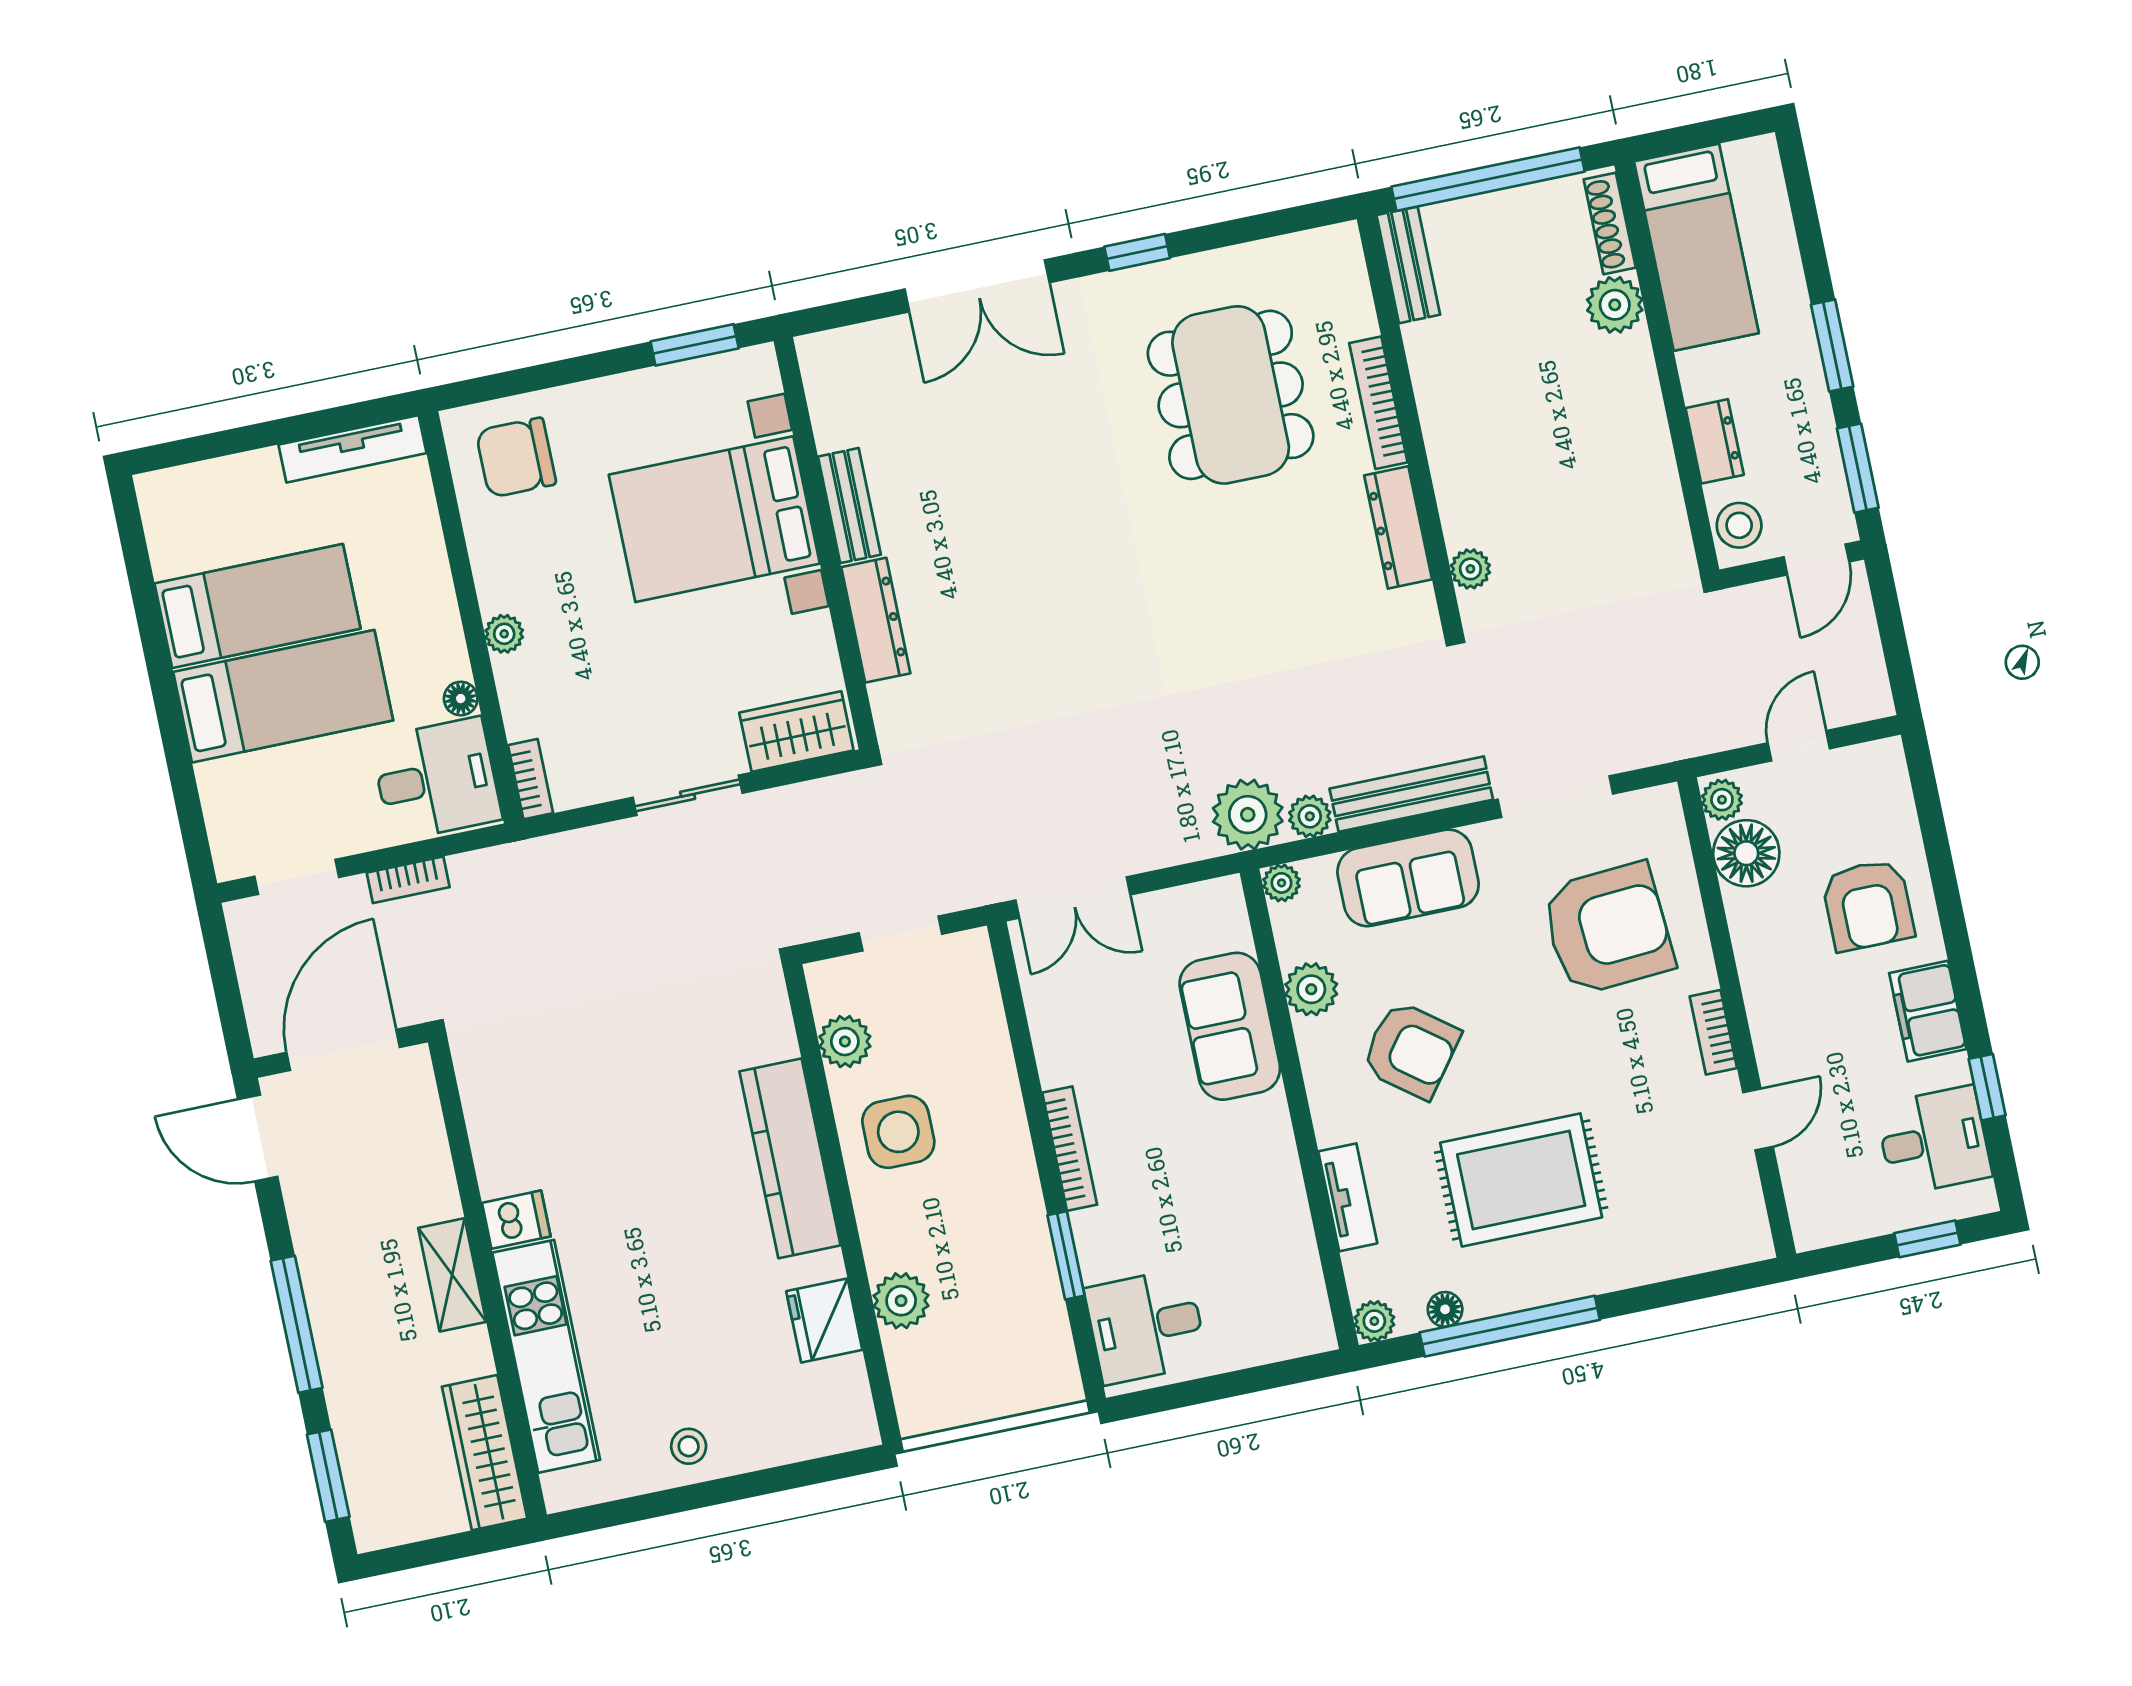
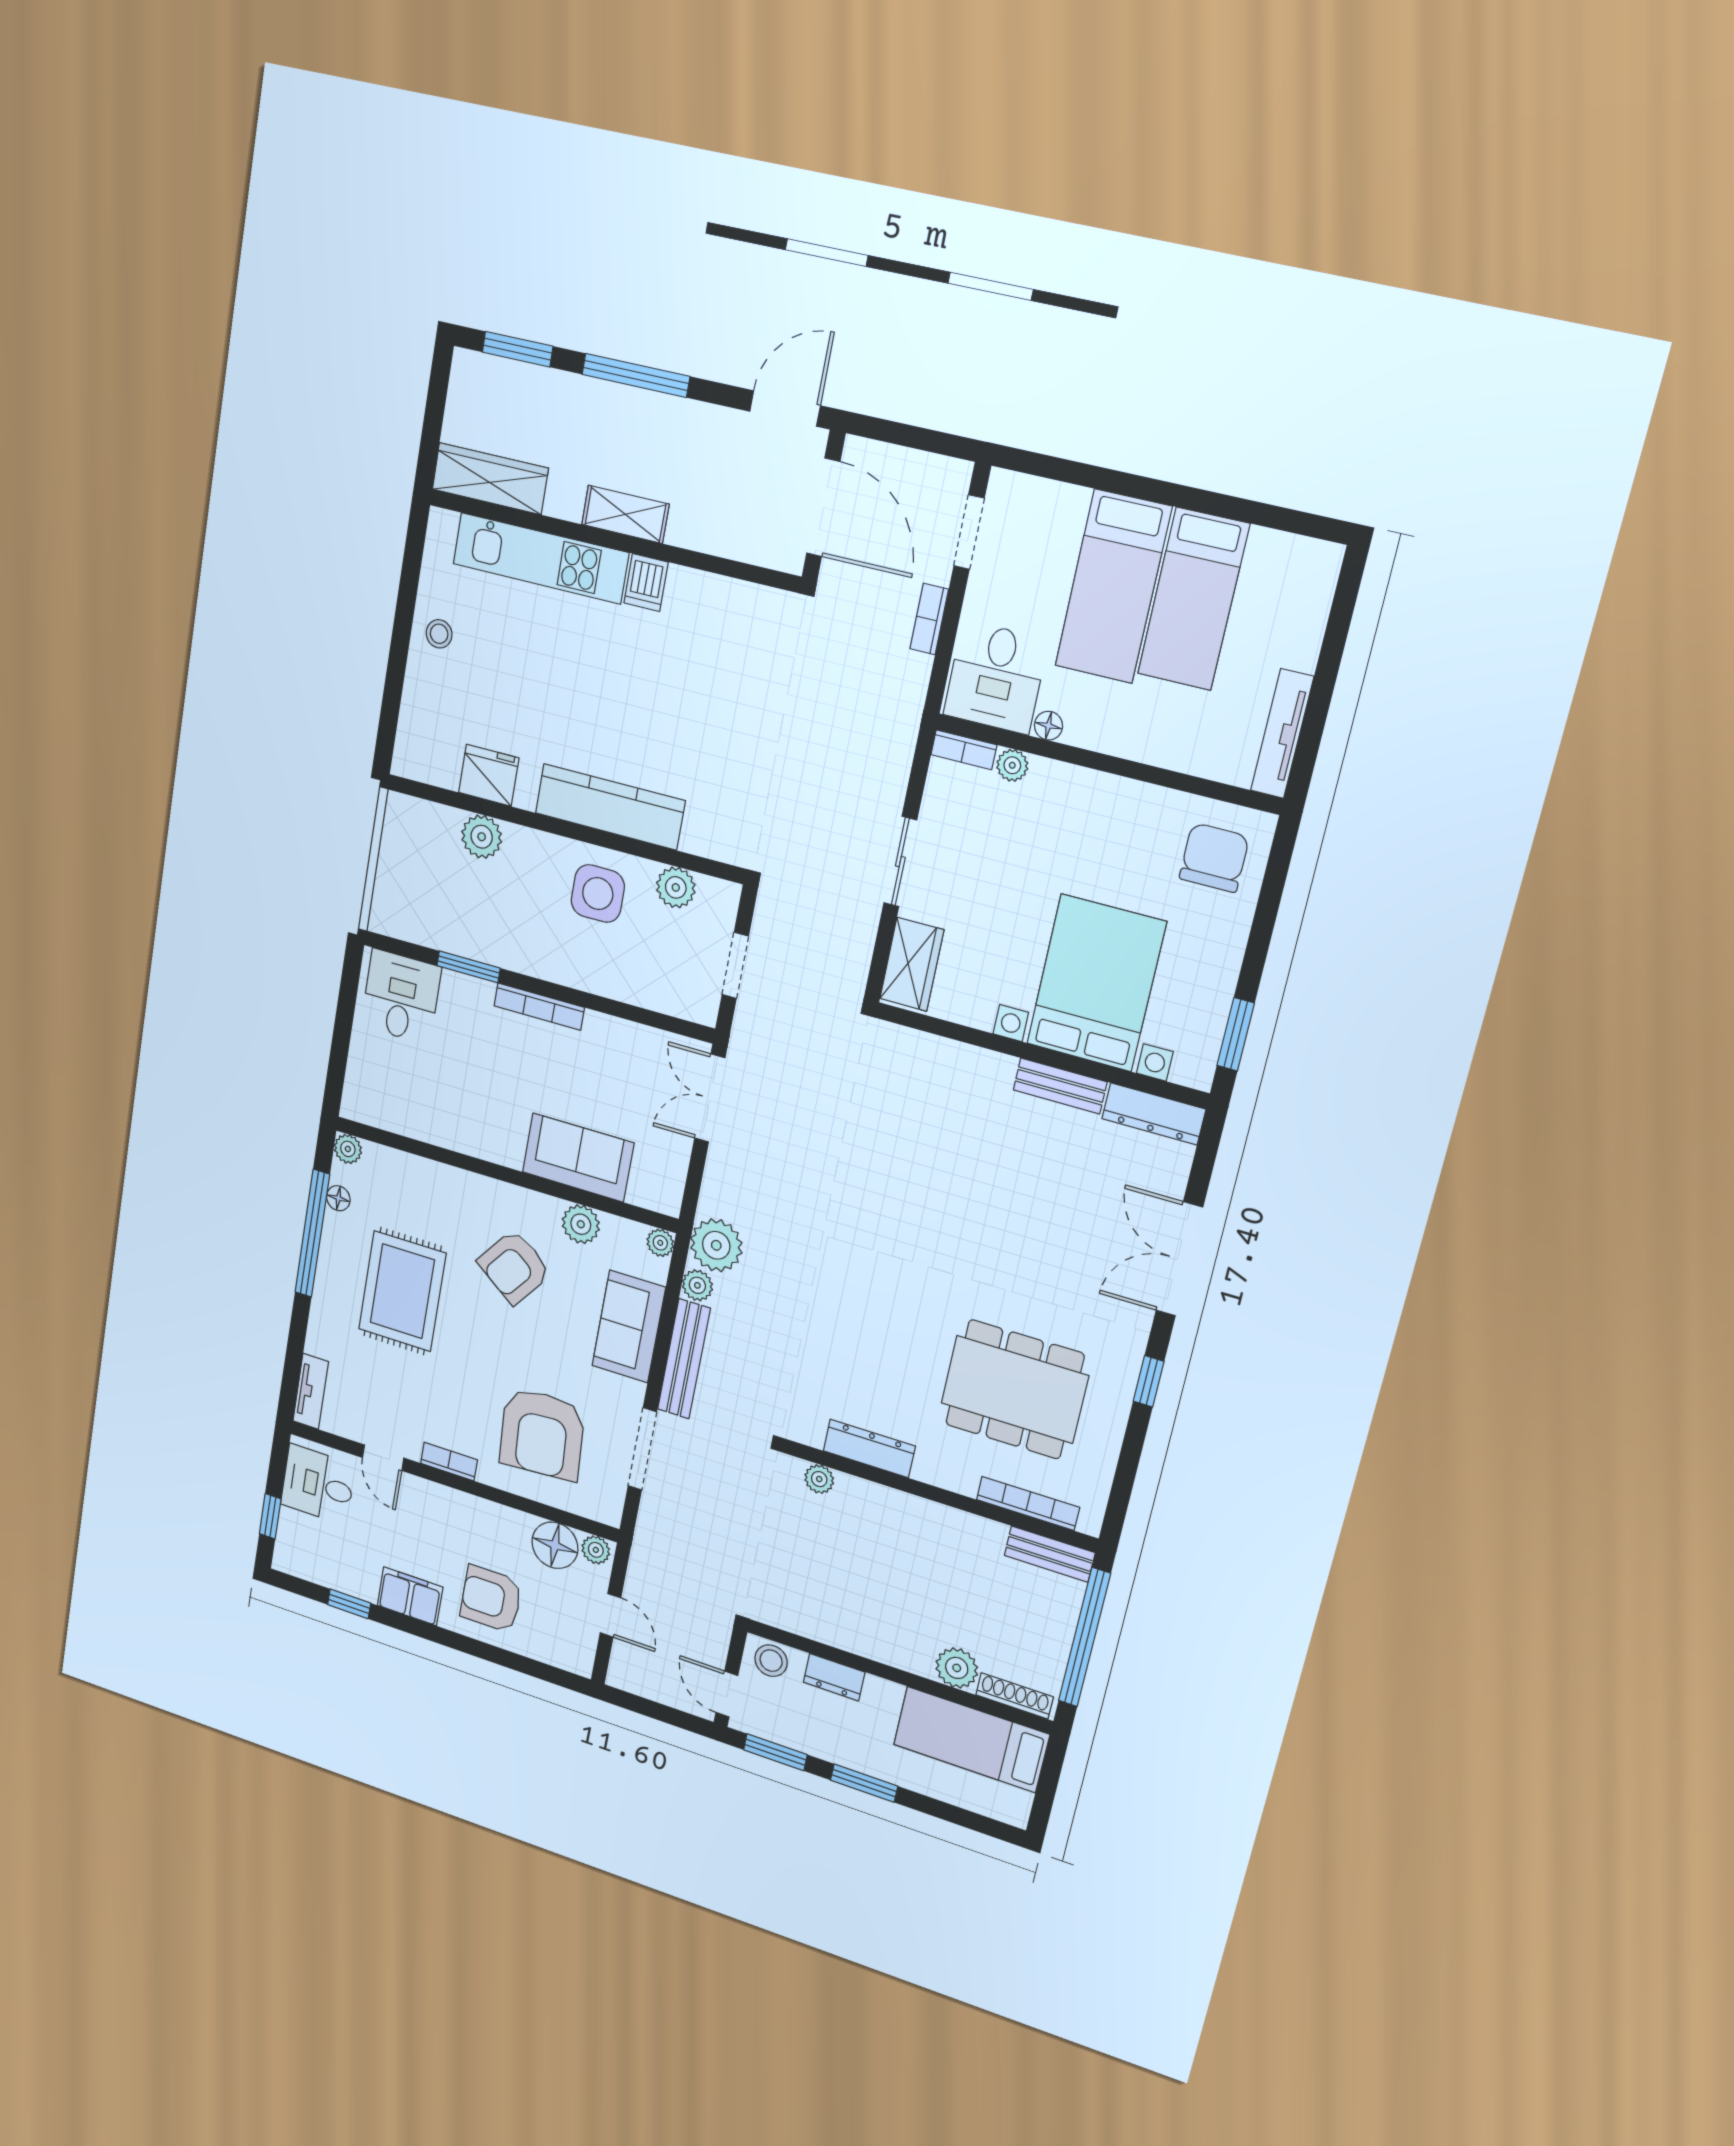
bookcase: (1378, 403) -> (1028, 1503), moved
dresser: (876, 620) -> (1154, 1114), moved
plant: (504, 634) -> (1012, 765), moved
desk: (1934, 1141) -> (318, 1485), moved, turned 90
tv unit: (1348, 1197) -> (311, 1391), moved, turned -90

